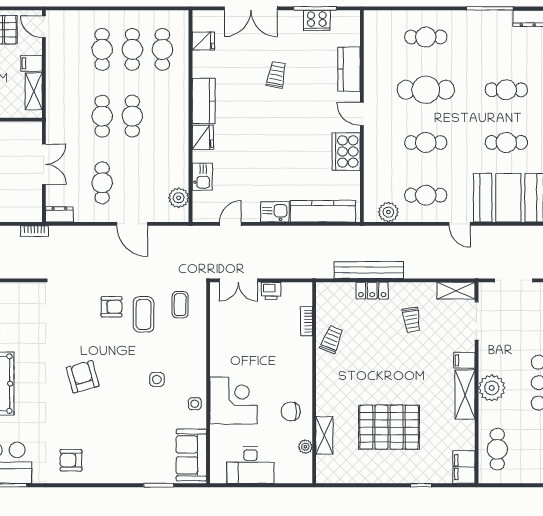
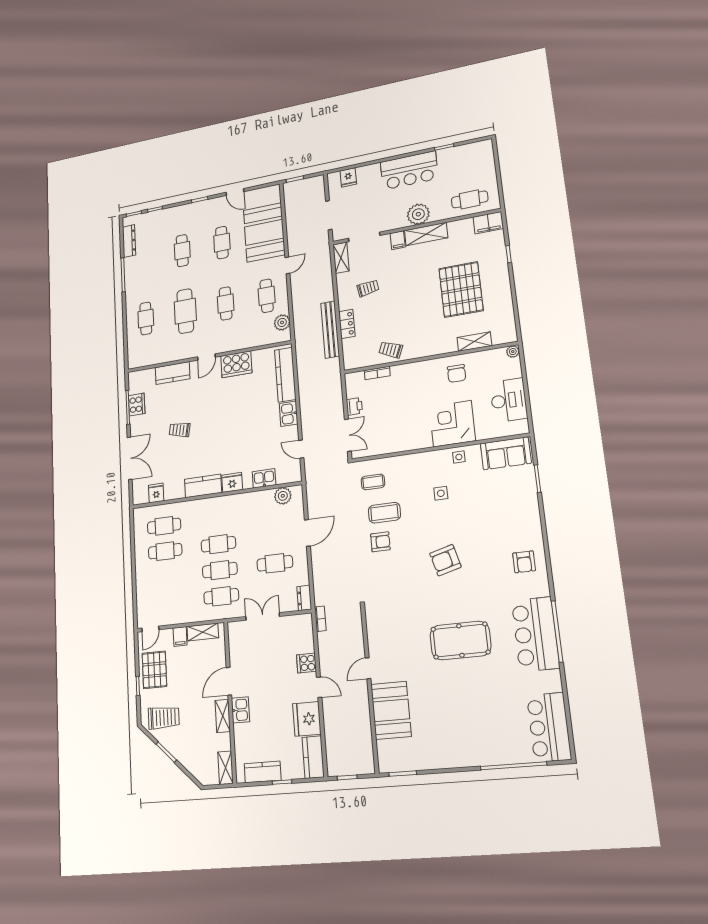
cafe table: (102, 49) -> (221, 596), moved
armchair: (112, 307) -> (380, 542), turned 90
plant: (305, 447) -> (513, 352), moved

